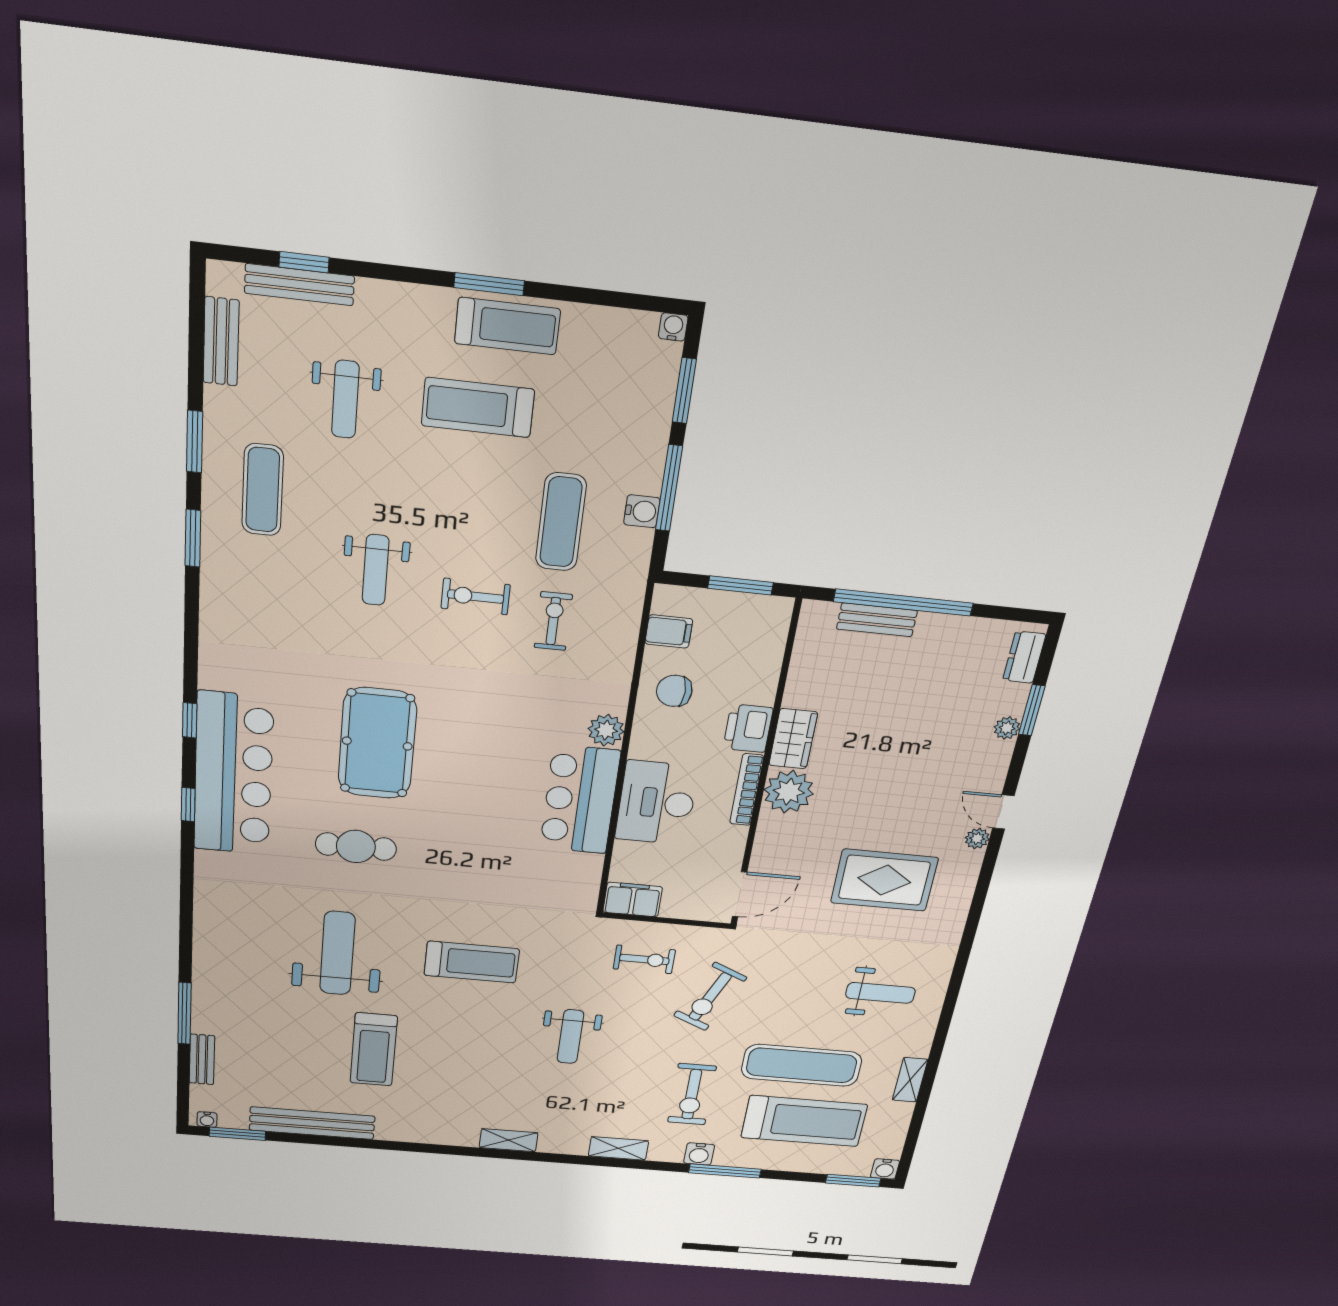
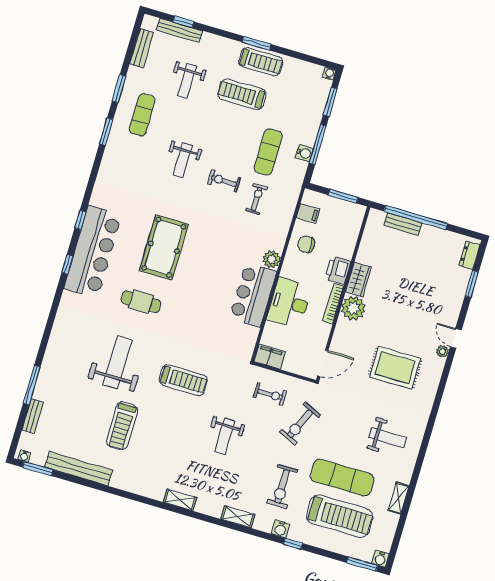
plant: (1007, 728) -> (460, 292), removed
window: (725, 1171) -> (293, 544), width x0.46

